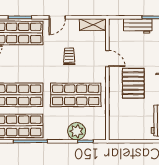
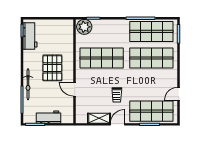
shelving: (93, 25) -> (99, 118), moved
trolley: (69, 56) -> (117, 95), moved
plant: (77, 131) -> (84, 27), moved

